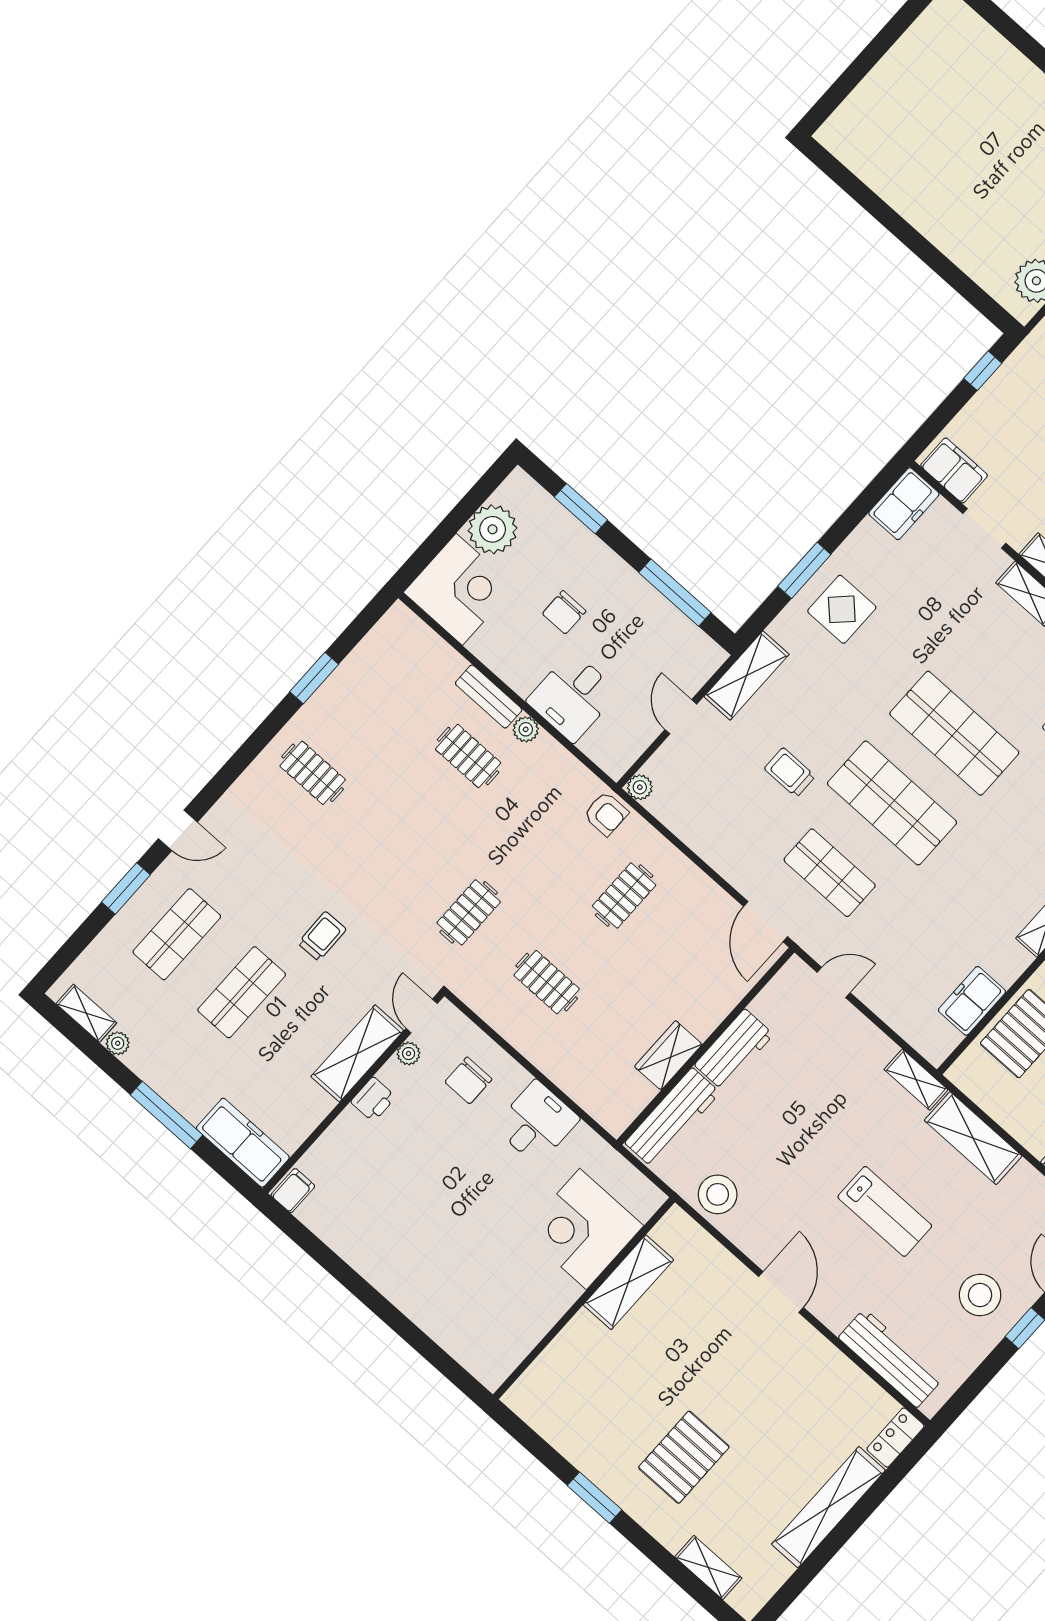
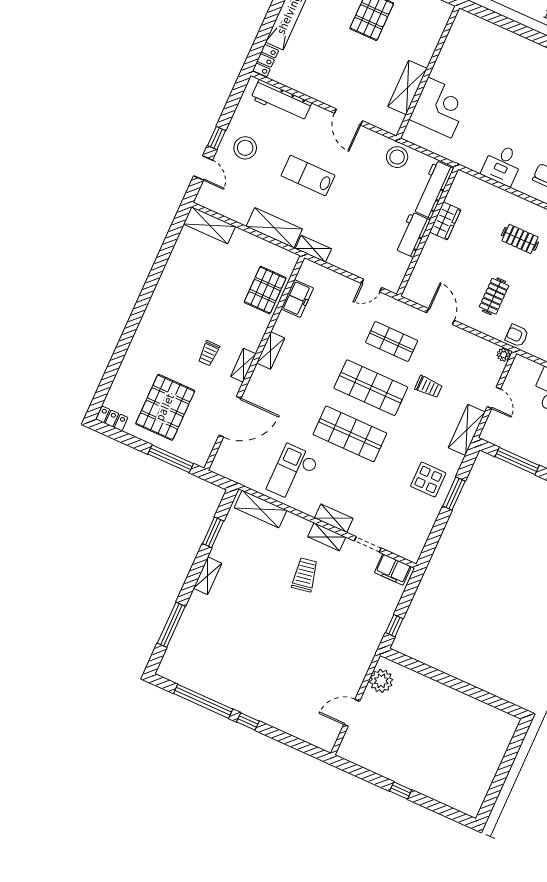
freezer: (904, 504) -> (413, 544), removed
door: (766, 922) -> (440, 317), moved
corner desk: (583, 1229) -> (440, 108), moved
shelving: (628, 1282) -> (407, 88), moved
wall: (584, 1298) -> (428, 72), moved

